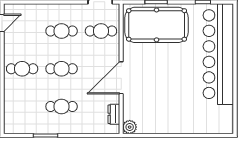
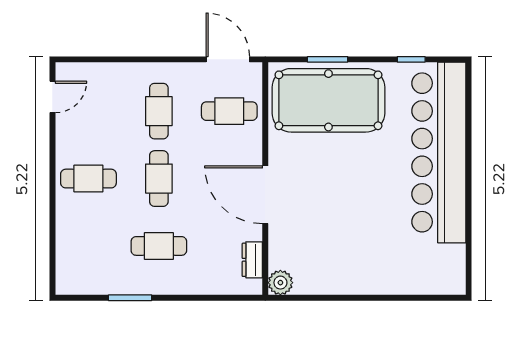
cafe table: (62, 31) -> (159, 111), turned 90
cafe table: (62, 69) -> (159, 179), turned 90
door: (121, 78) -> (265, 195), hinge flipped

